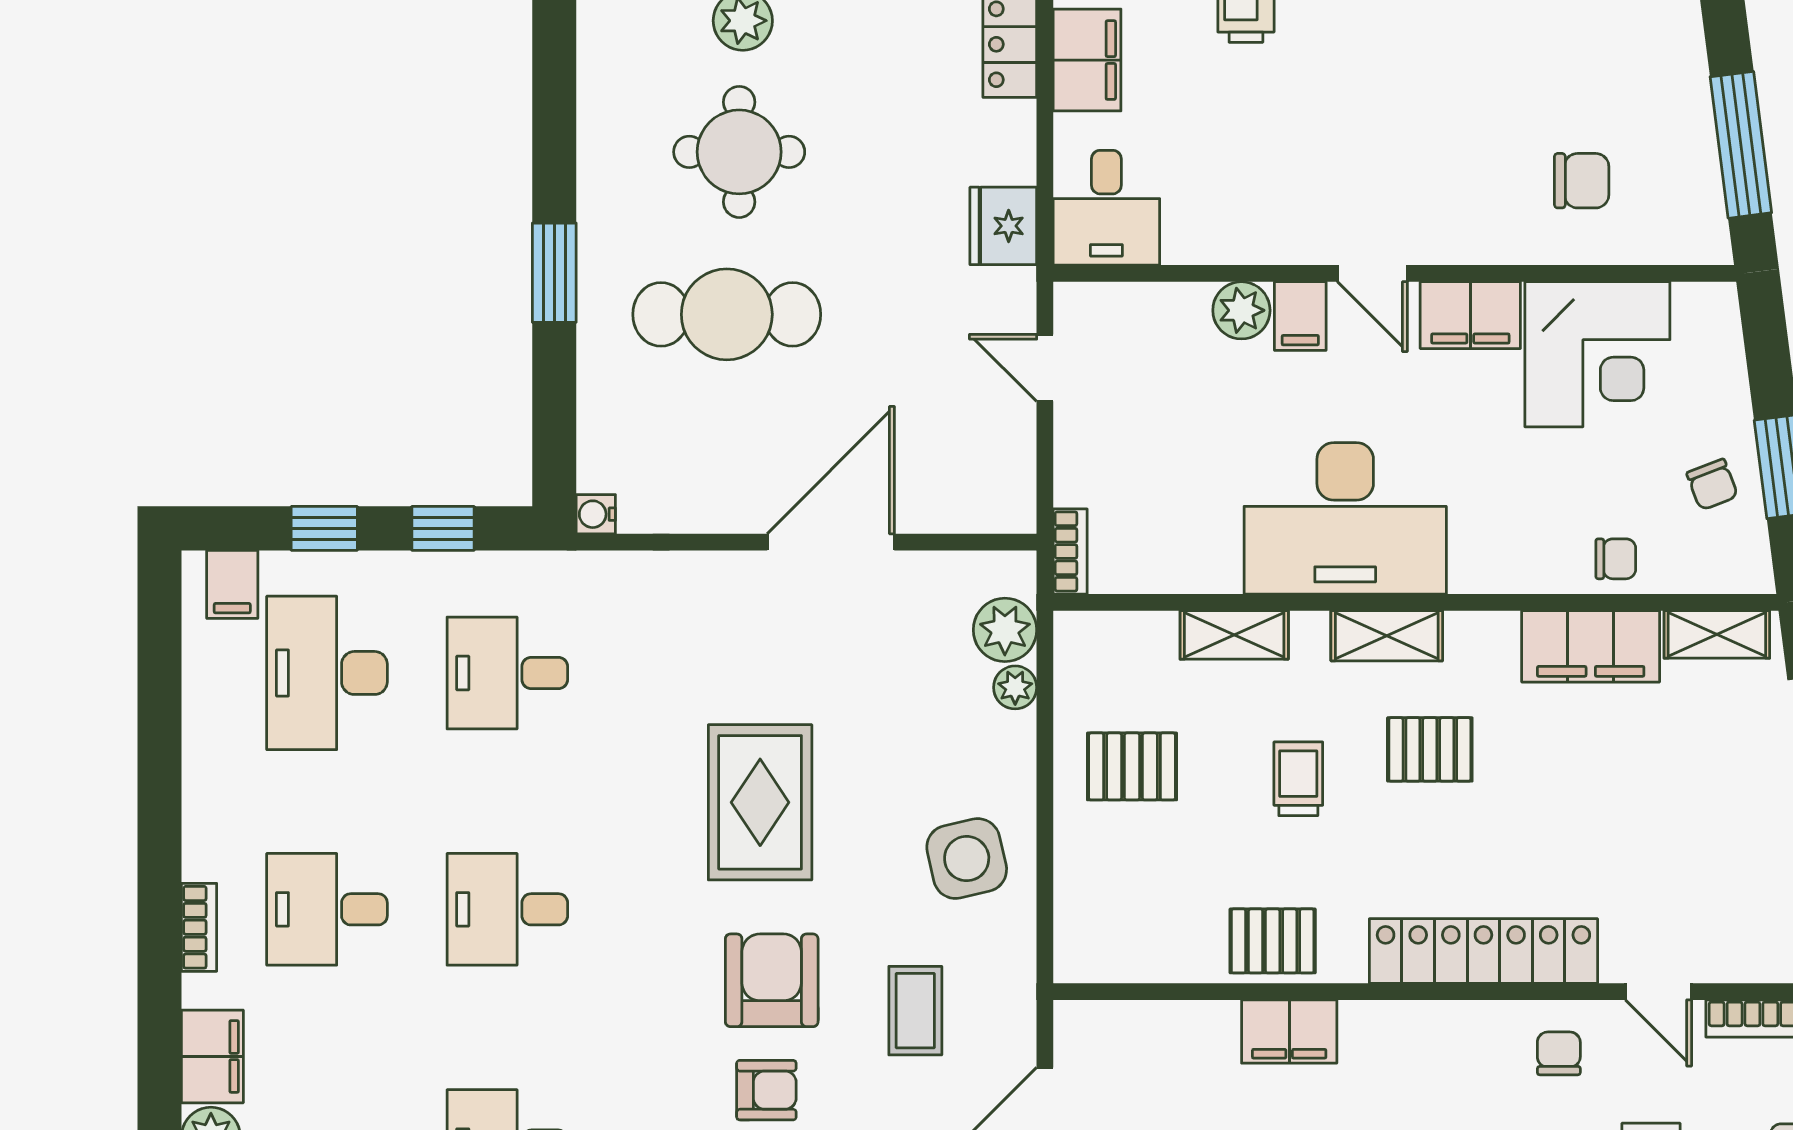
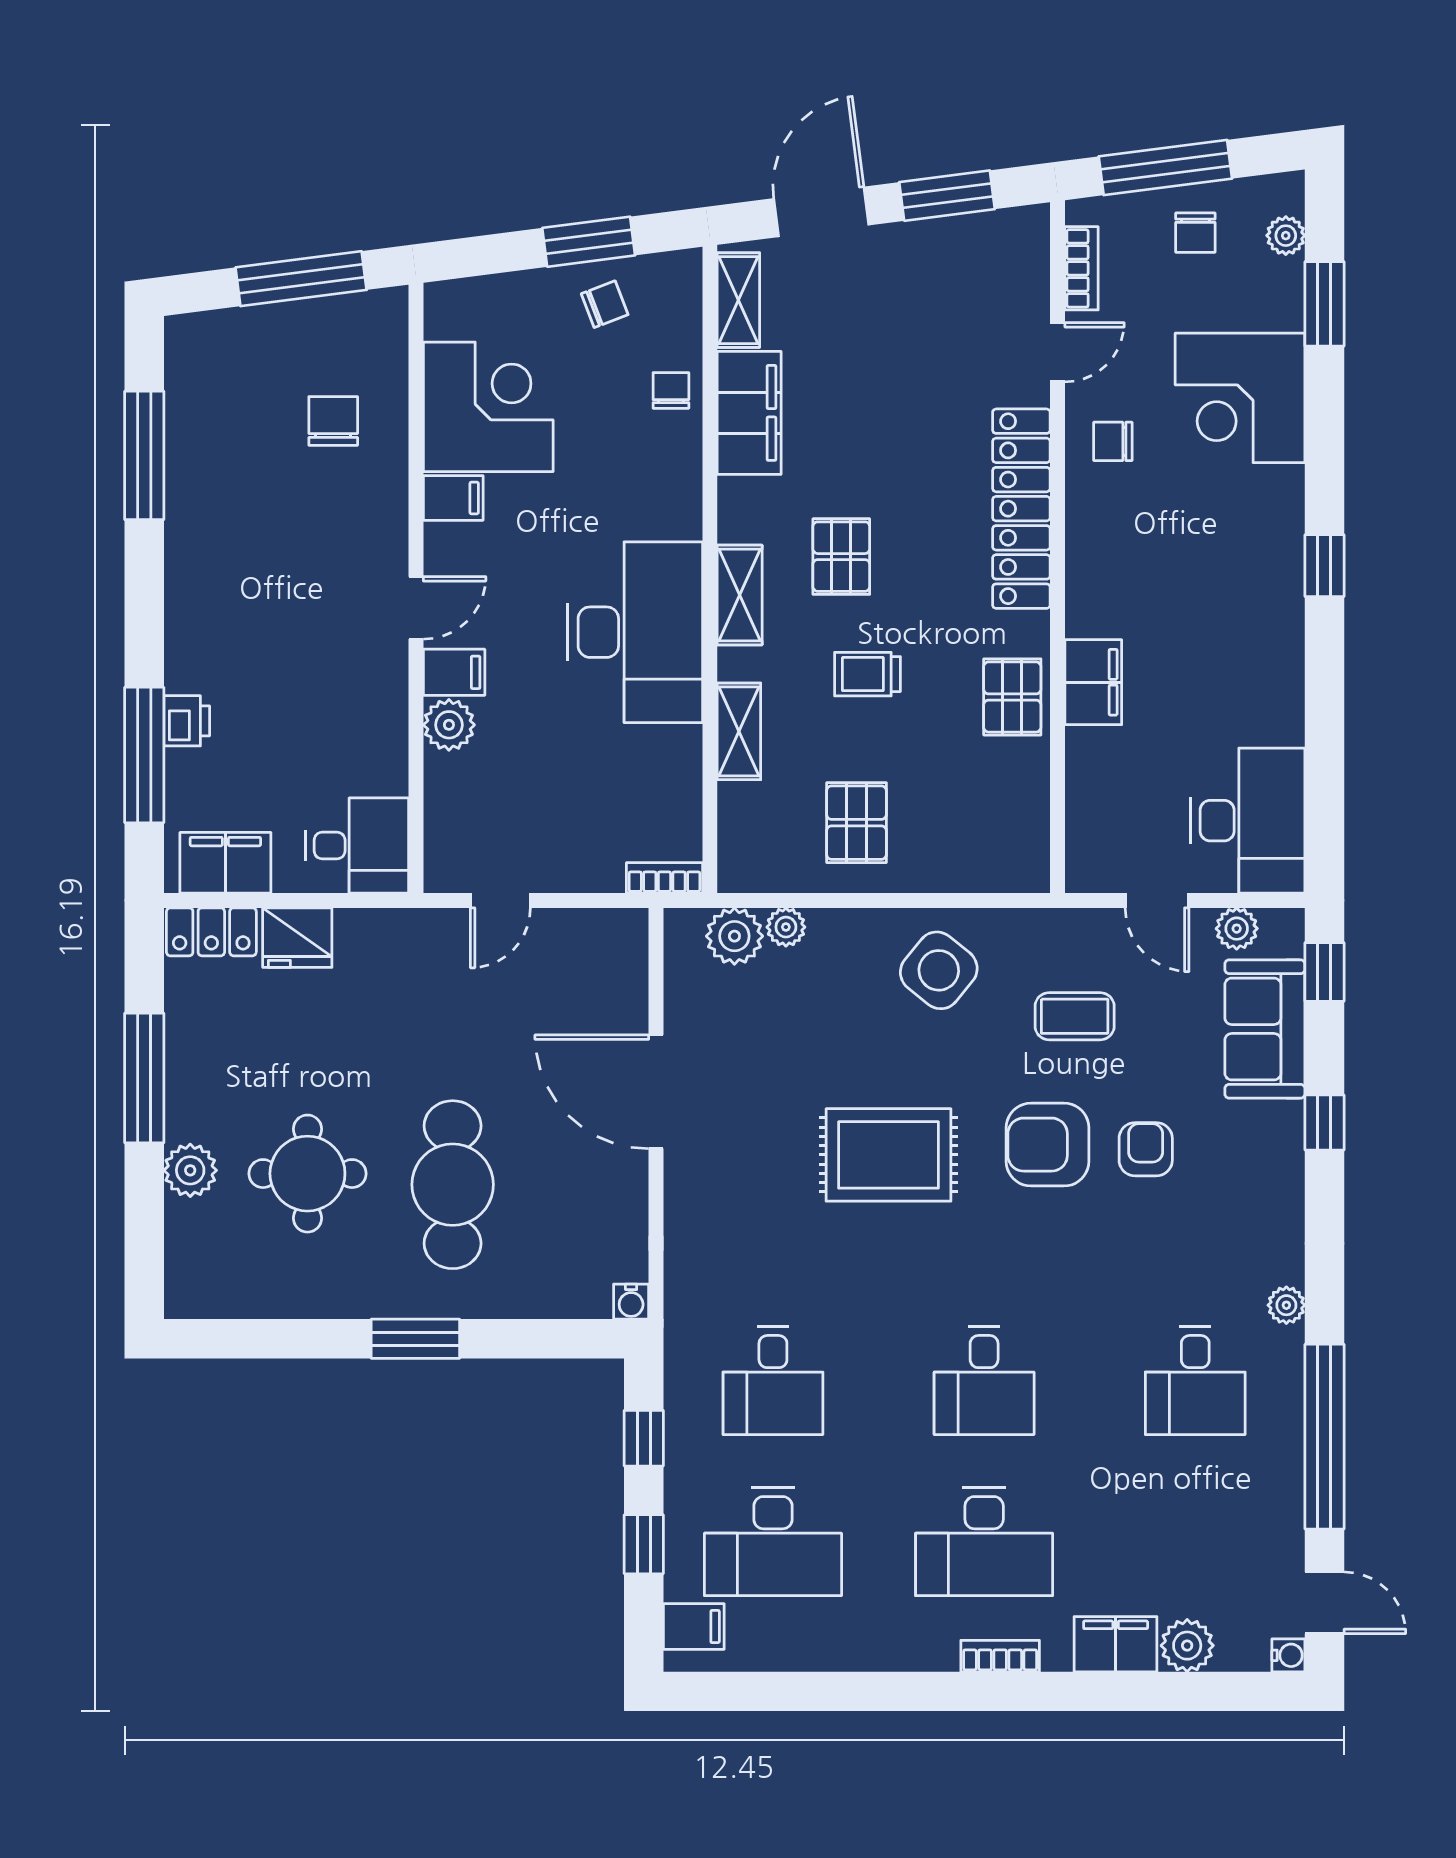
fridge: (1003, 226) -> (297, 938), moved
filing cabinet: (1470, 315) -> (453, 498), width x0.50
side table: (967, 859) -> (939, 970), turned -38
desk: (327, 909) -> (984, 1542), width x1.37

